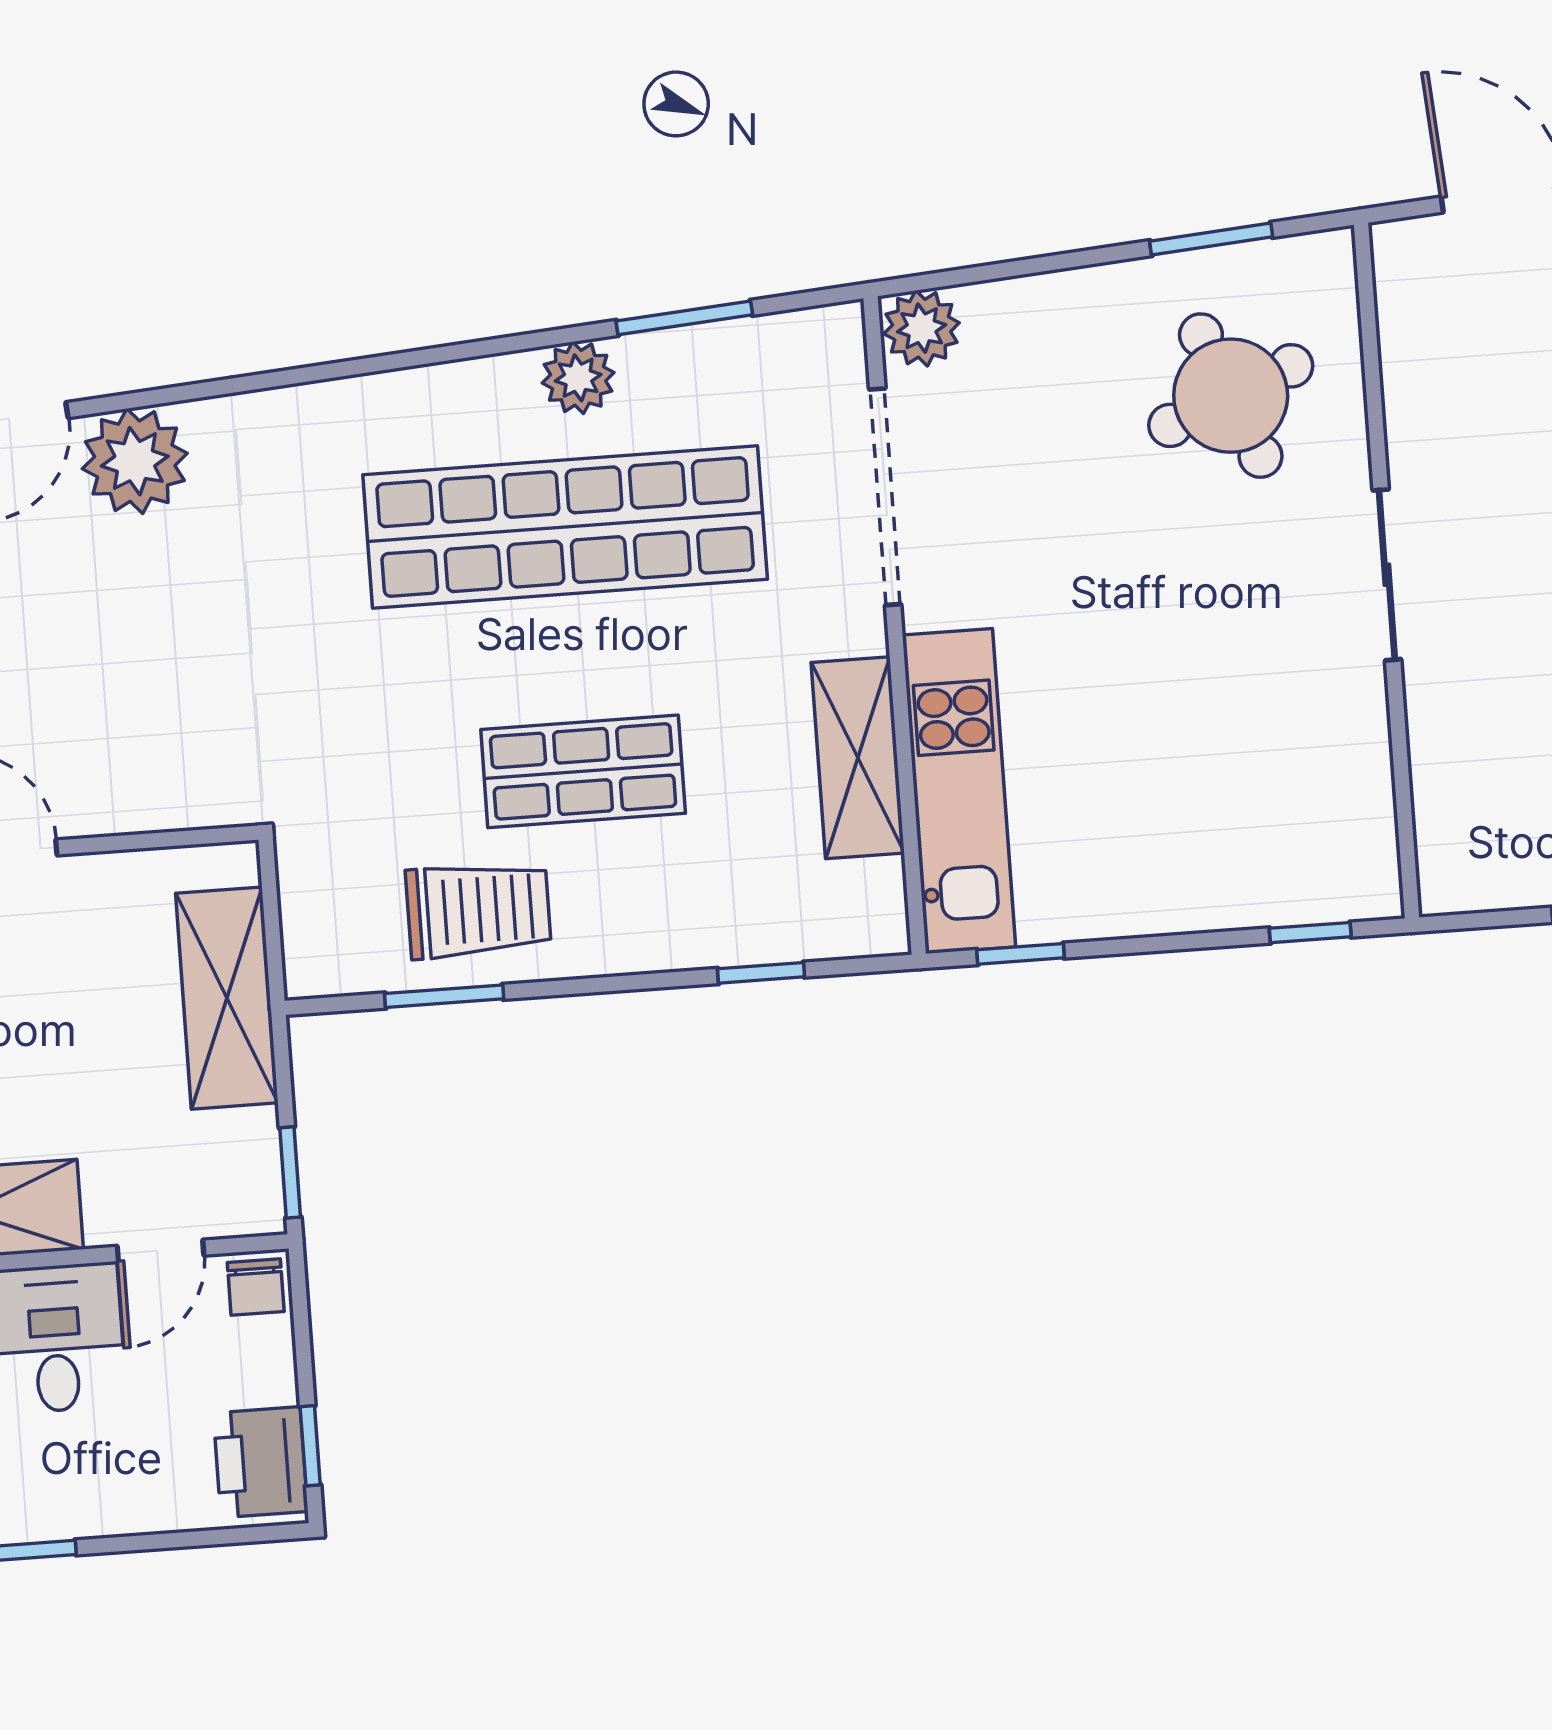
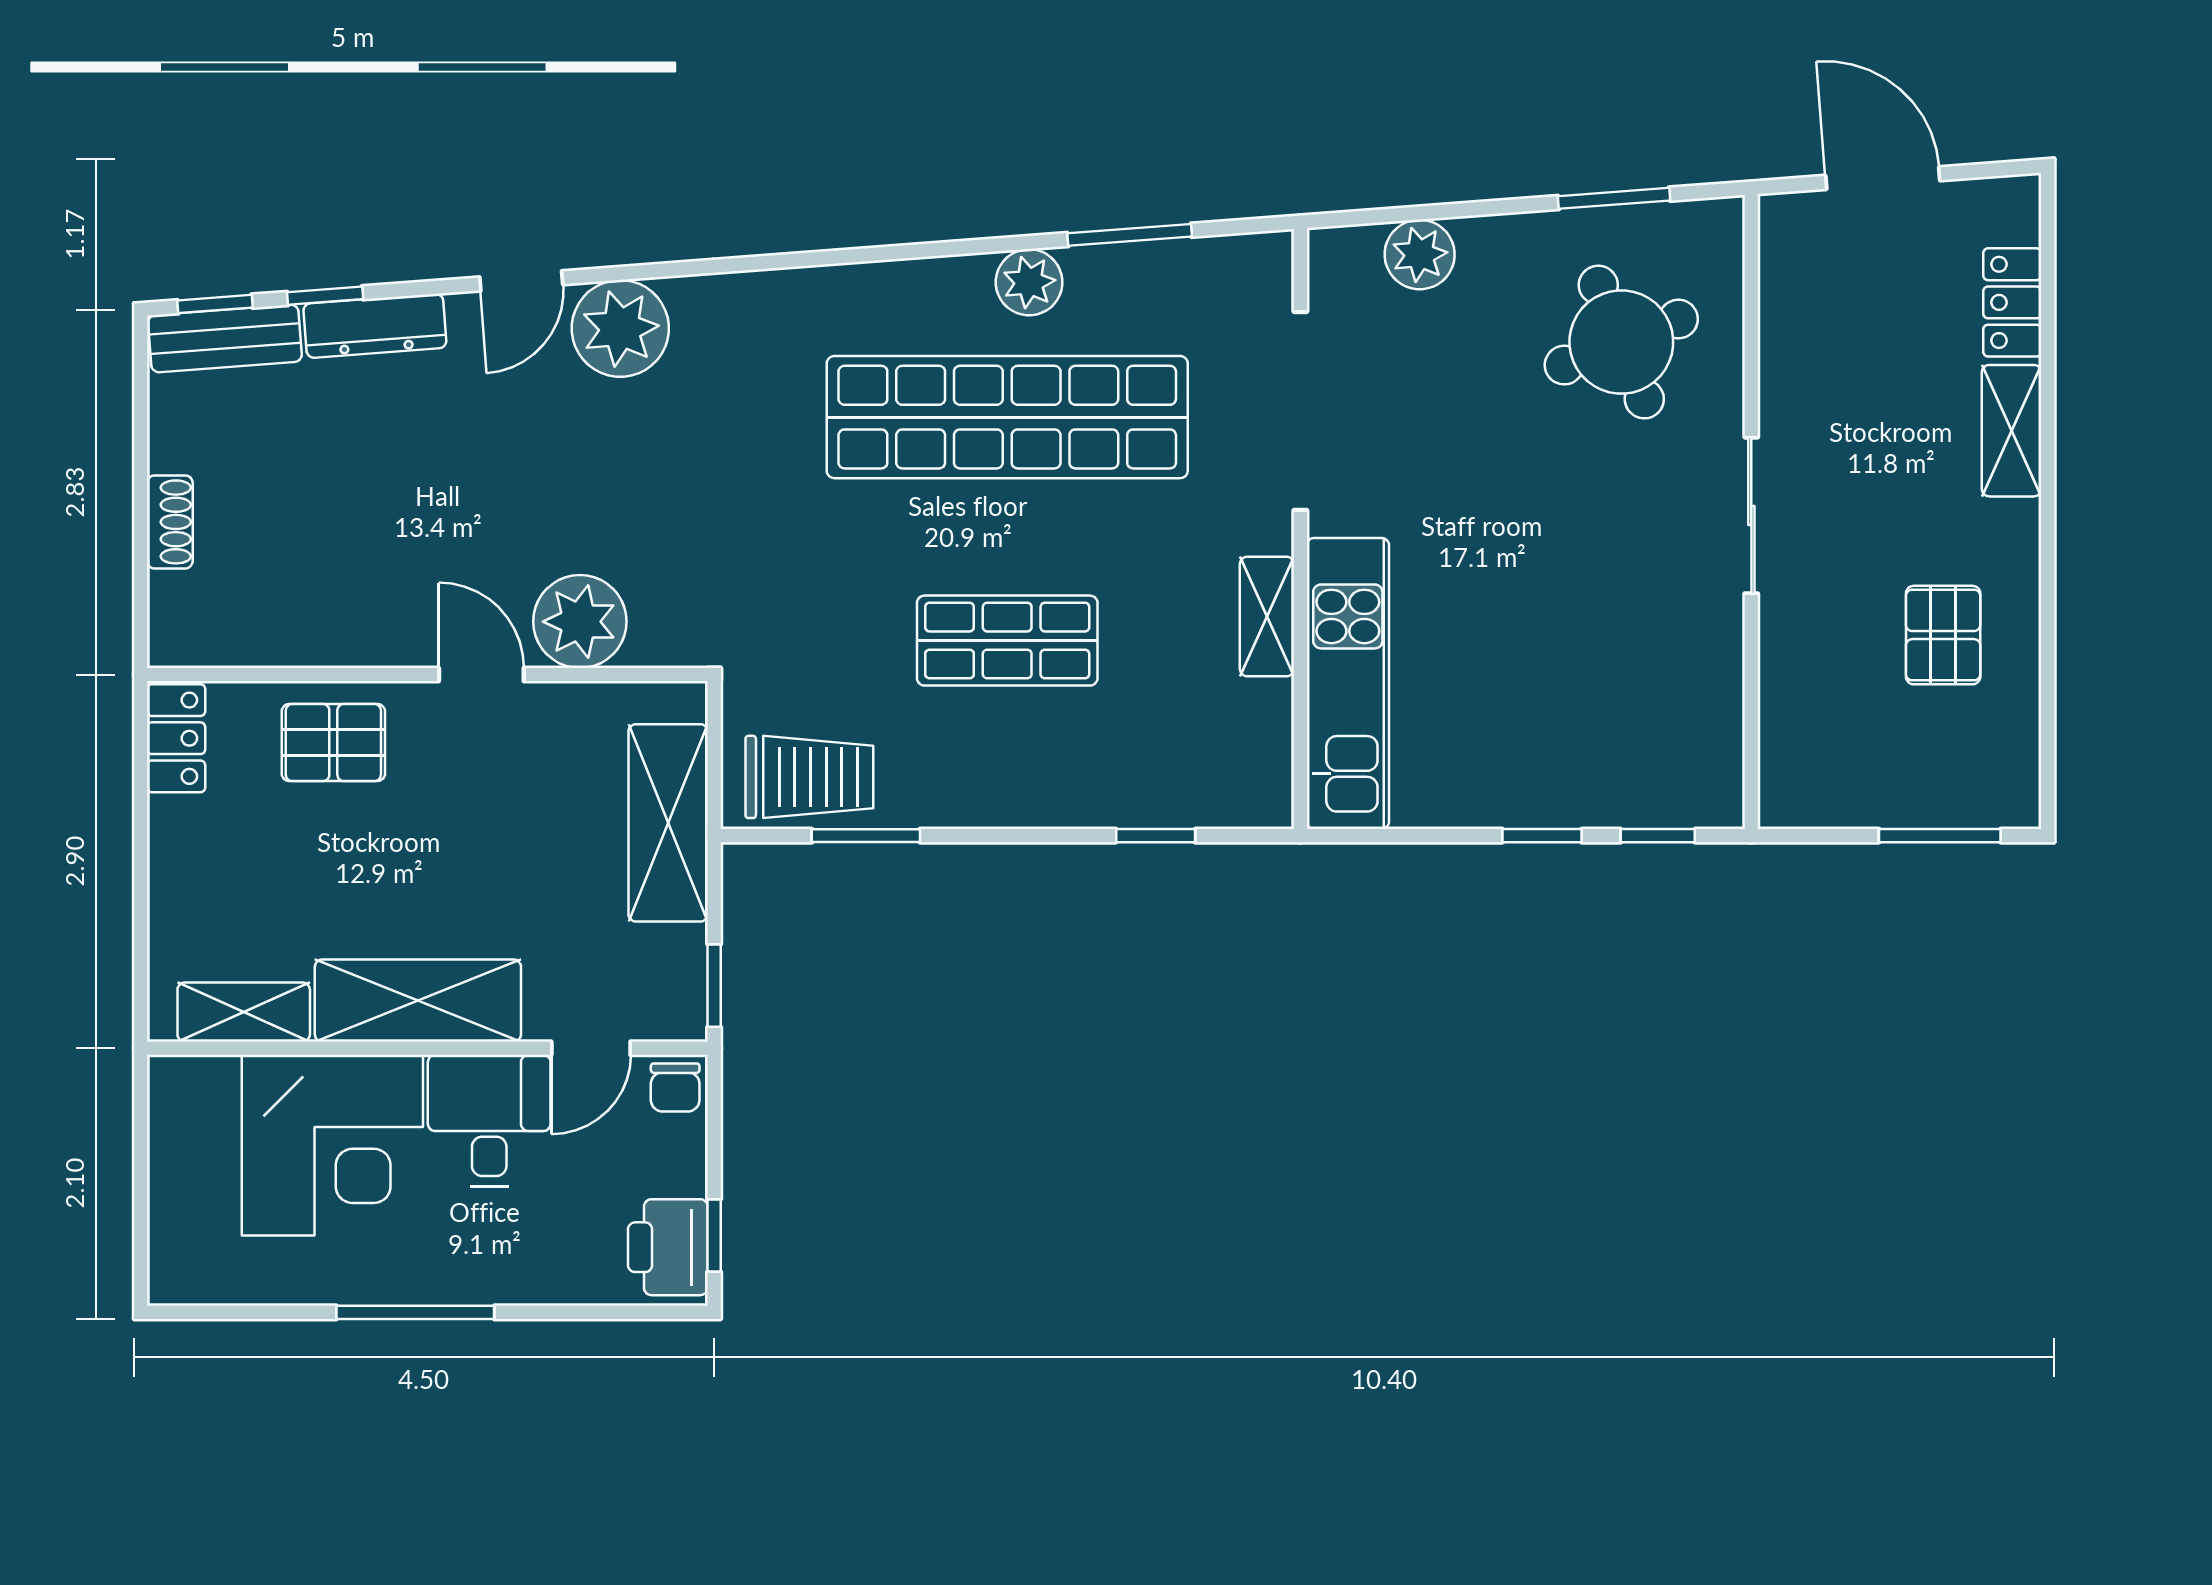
plant: (922, 328) -> (1420, 254), moved
shelving: (858, 758) -> (1267, 616), width x0.67, depth x0.75
plant: (114, 785) -> (580, 622), added
trolley: (478, 910) -> (809, 777), moved
window: (1020, 954) -> (1542, 836), moved

